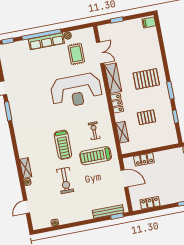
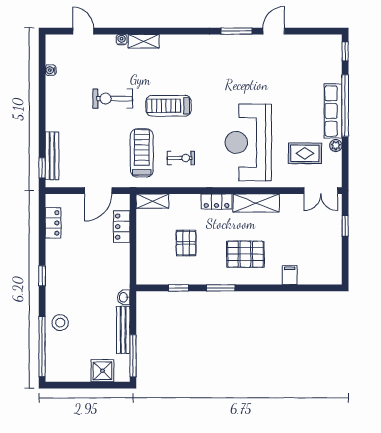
filing cabinet: (149, 22) -> (290, 275), moved
double door: (100, 53) -> (321, 191), moved
pallet: (146, 79) -> (245, 254), turned 90
shelving: (122, 132) -> (152, 201), moved

